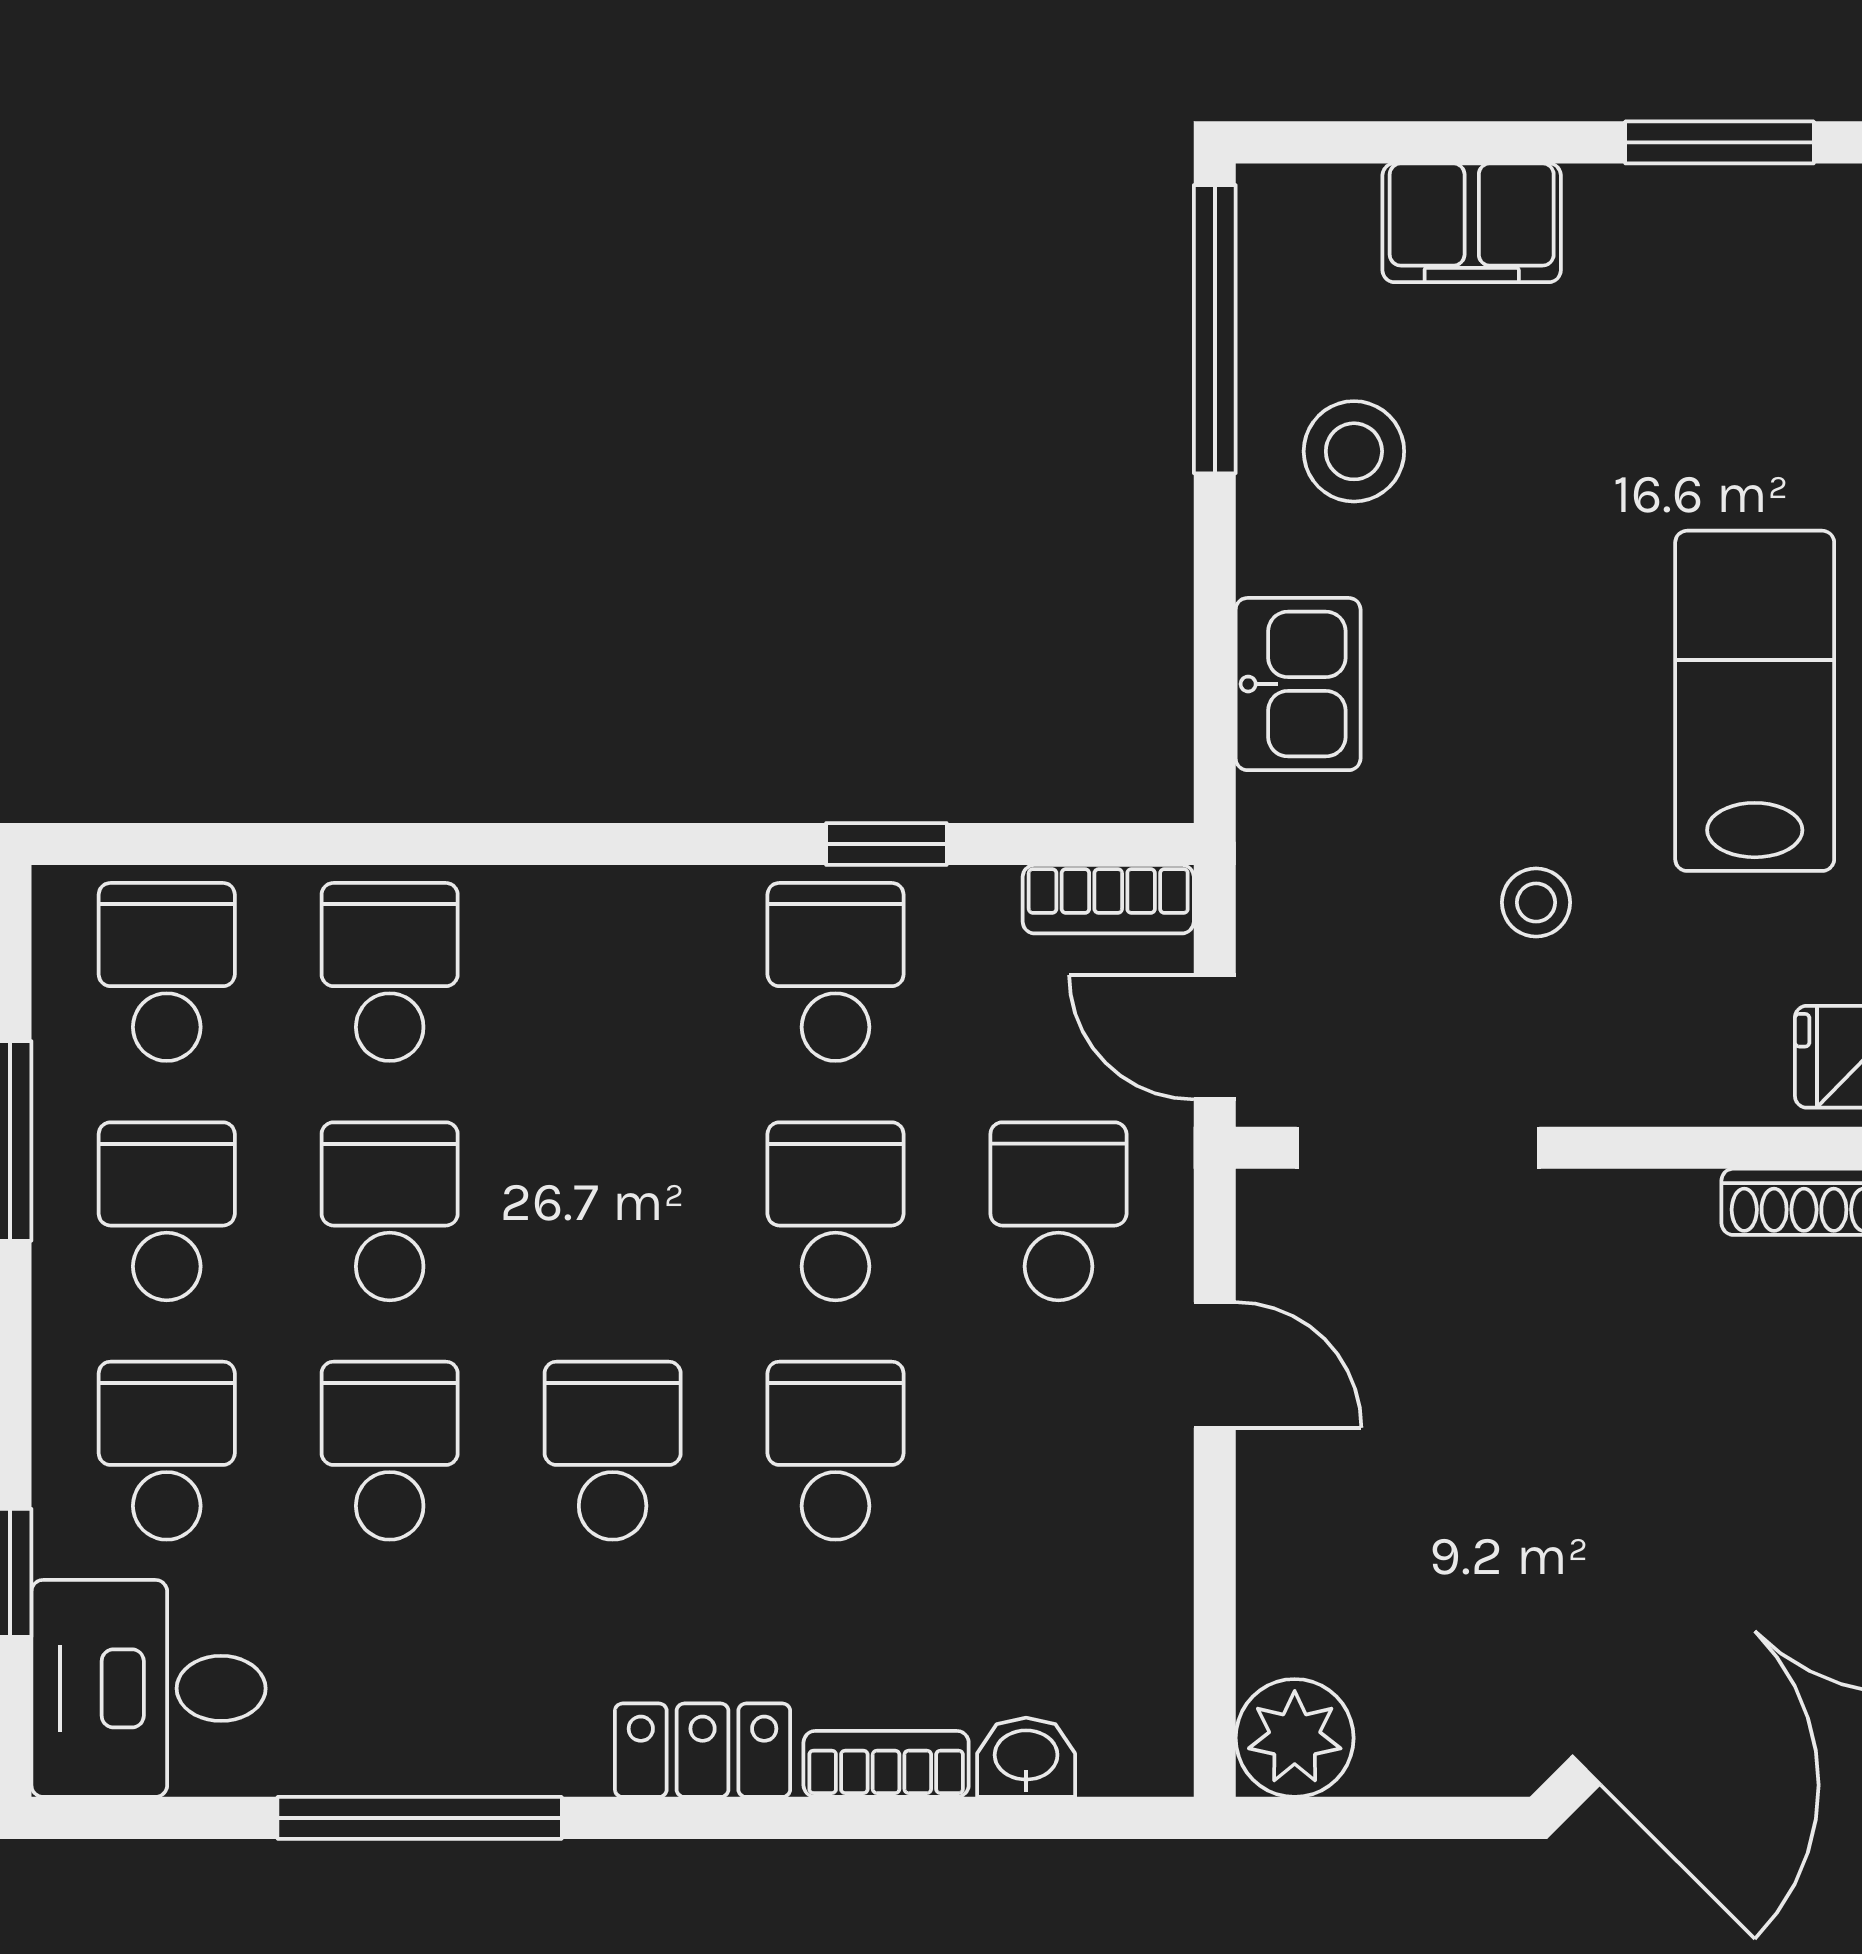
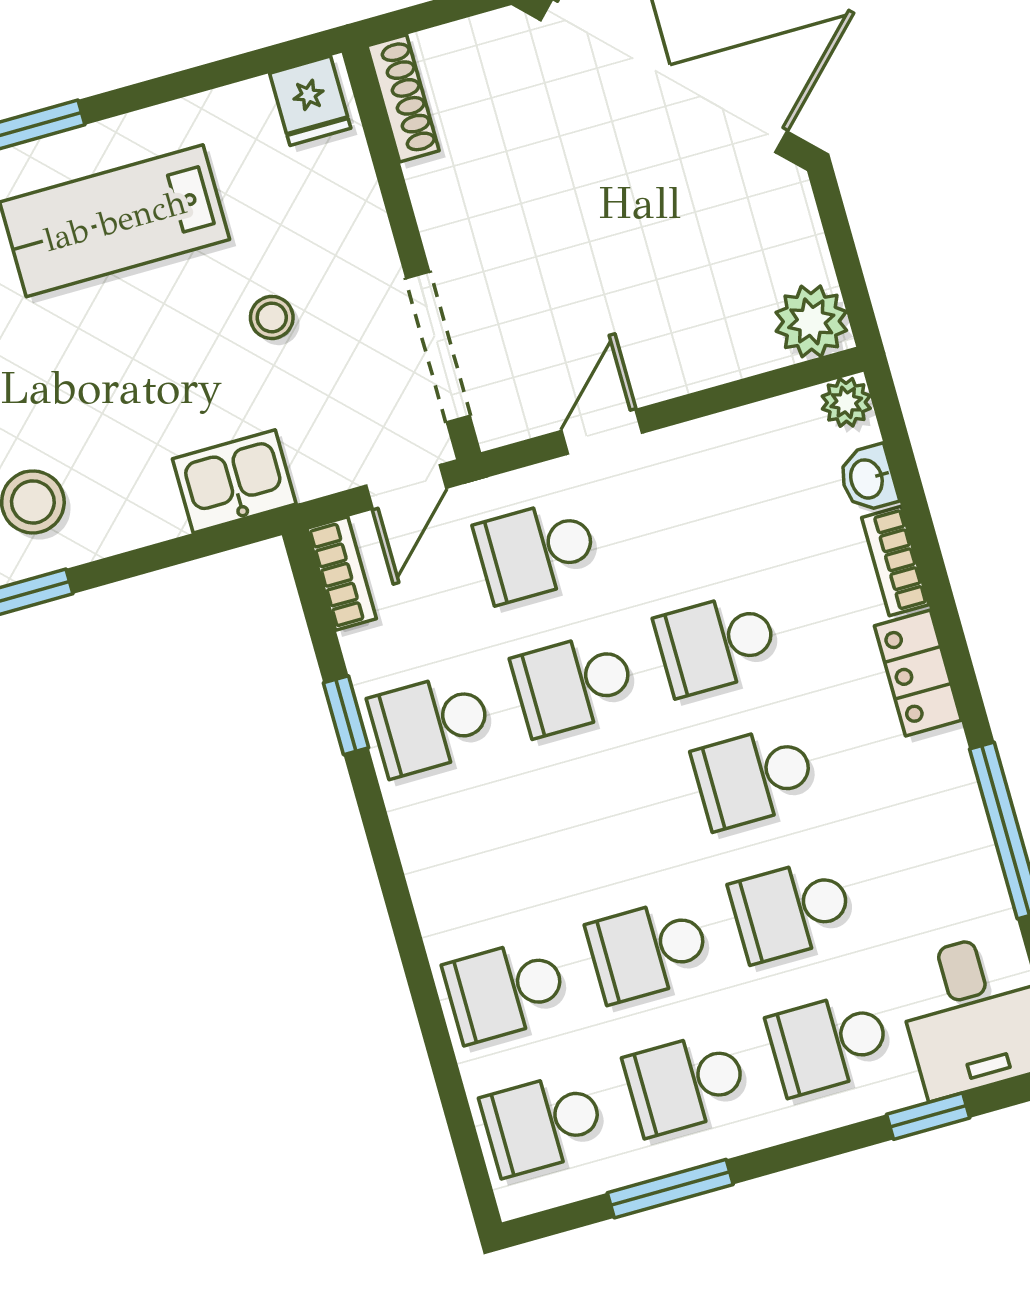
kitchen sink: (1298, 684) -> (234, 481), moved
plant: (1154, 1757) -> (846, 402), added

